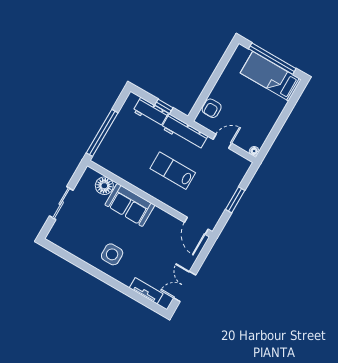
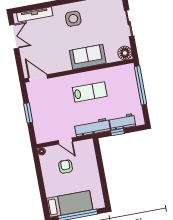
armchair: (212, 108) -> (66, 167), moved
door: (222, 141) -> (65, 141), hinge flipped
lab bench: (173, 171) -> (90, 92), moved
floor lamp: (104, 186) -> (125, 53), moved
tv unit: (146, 291) -> (35, 14), width x1.41

